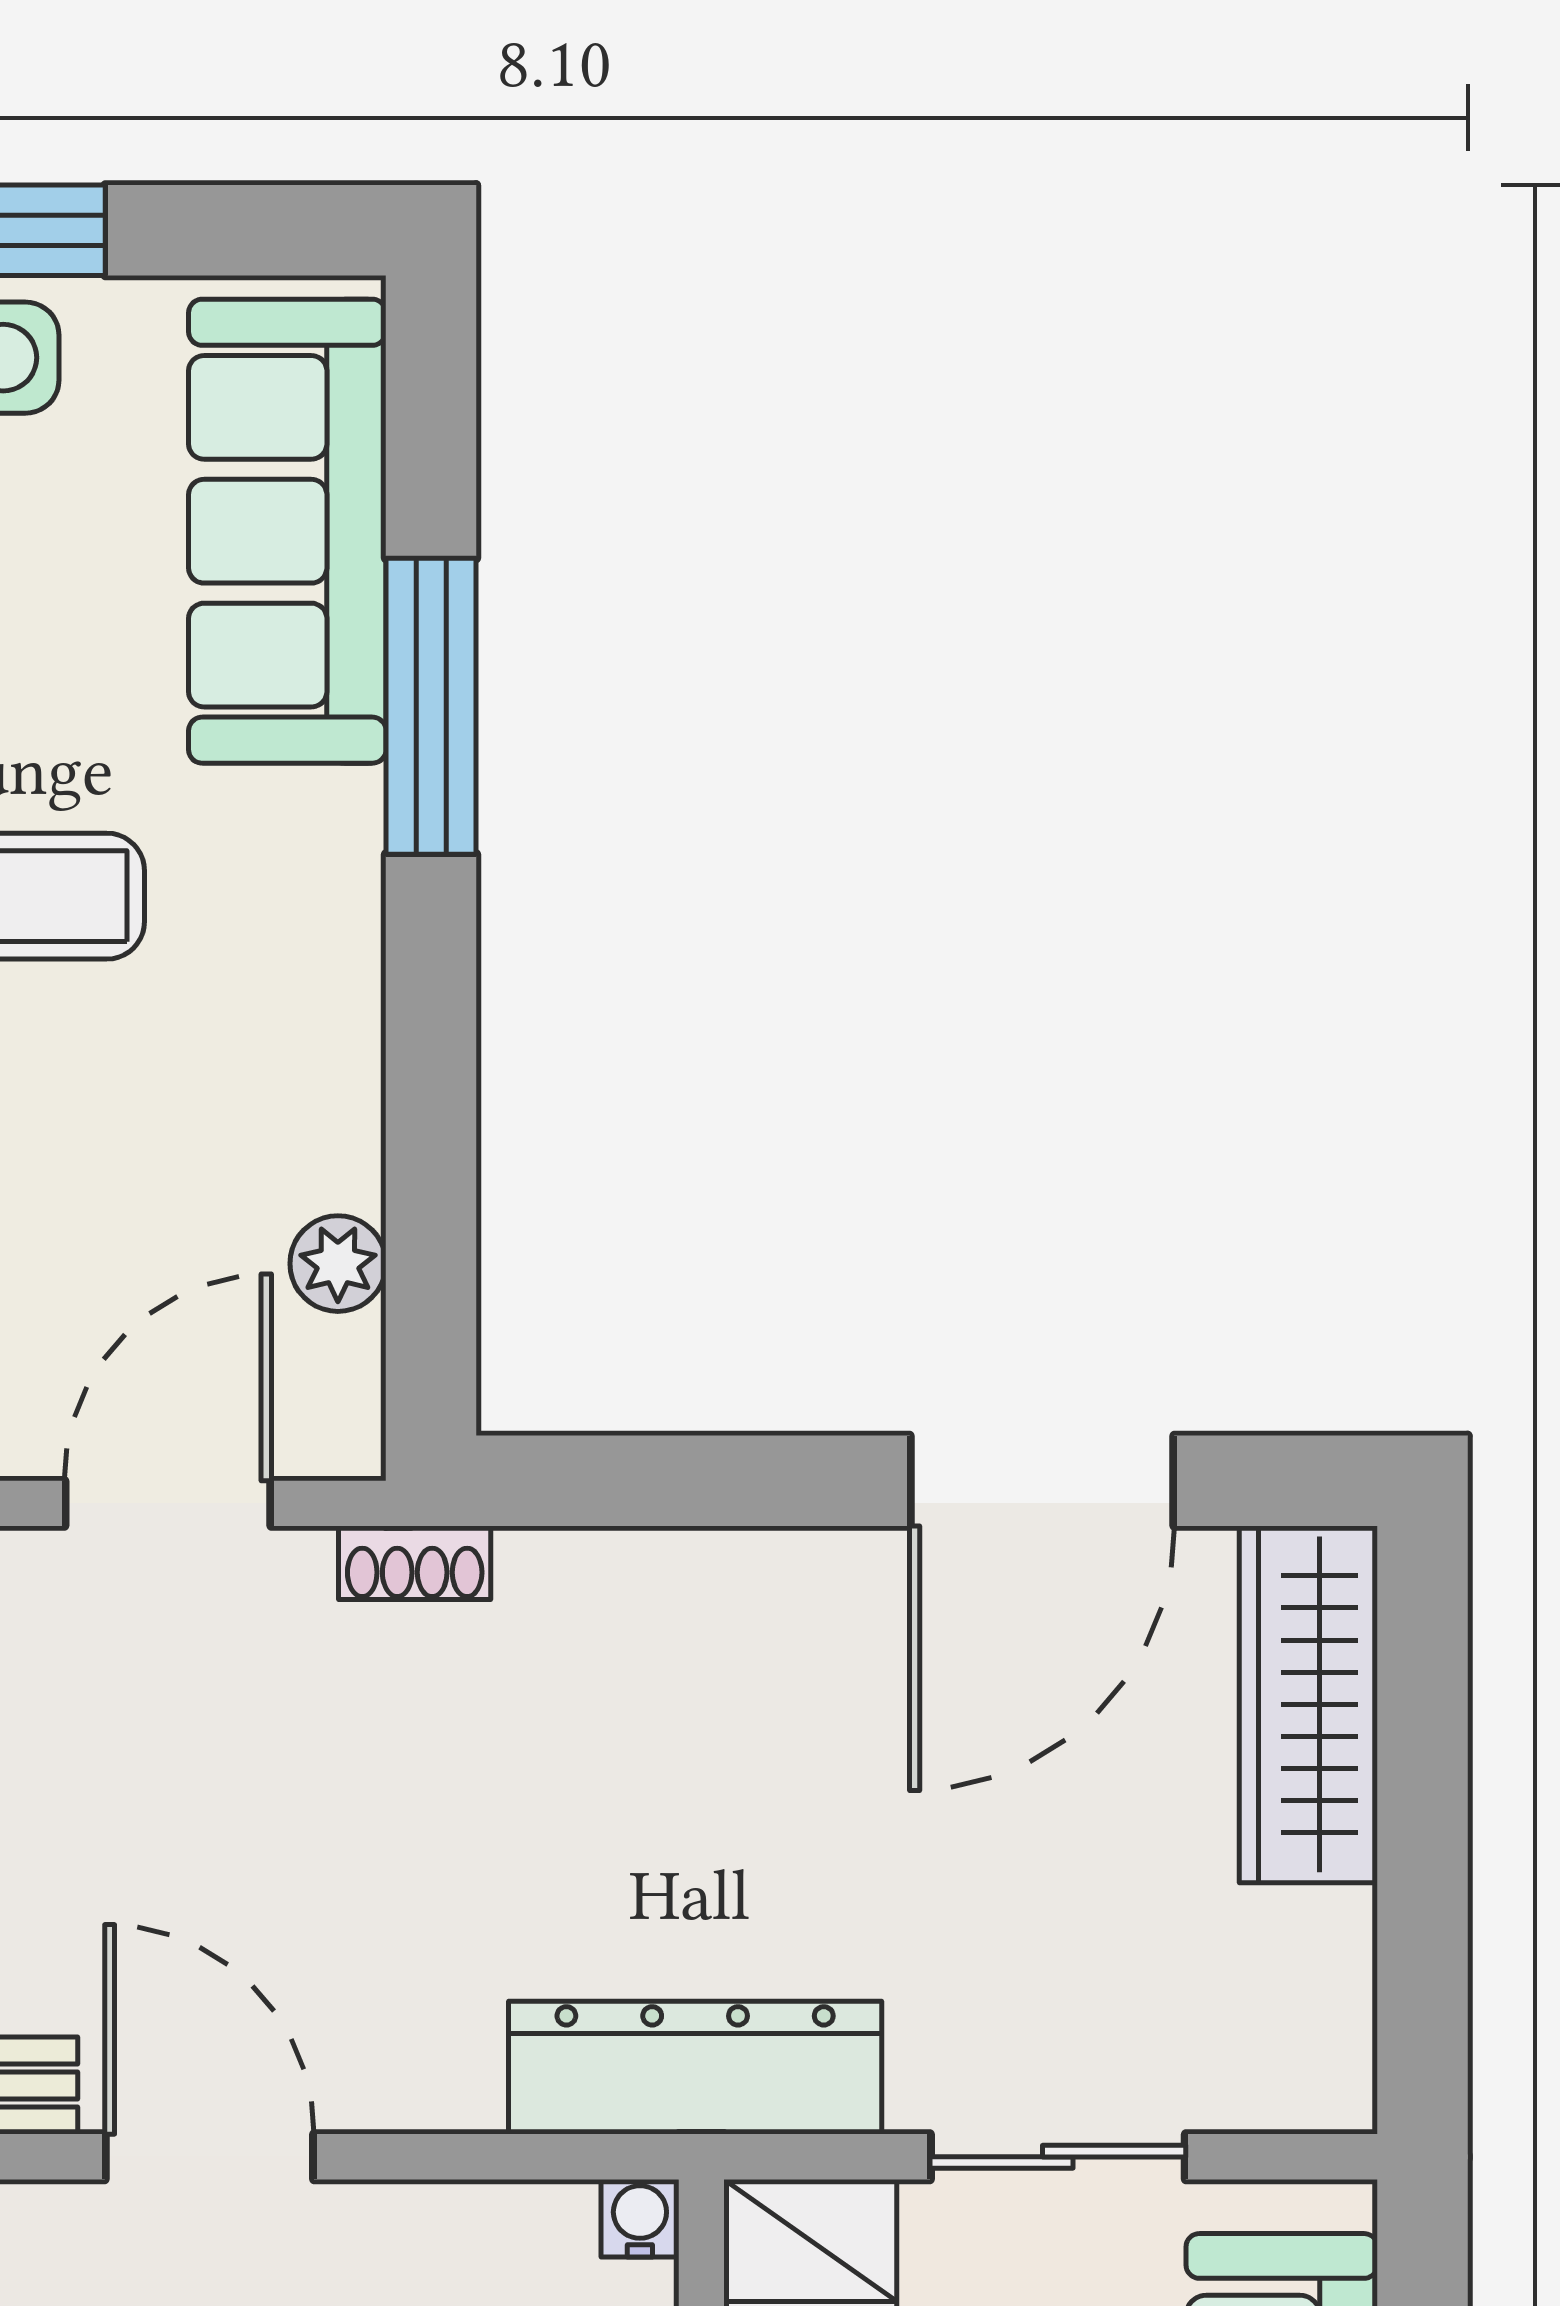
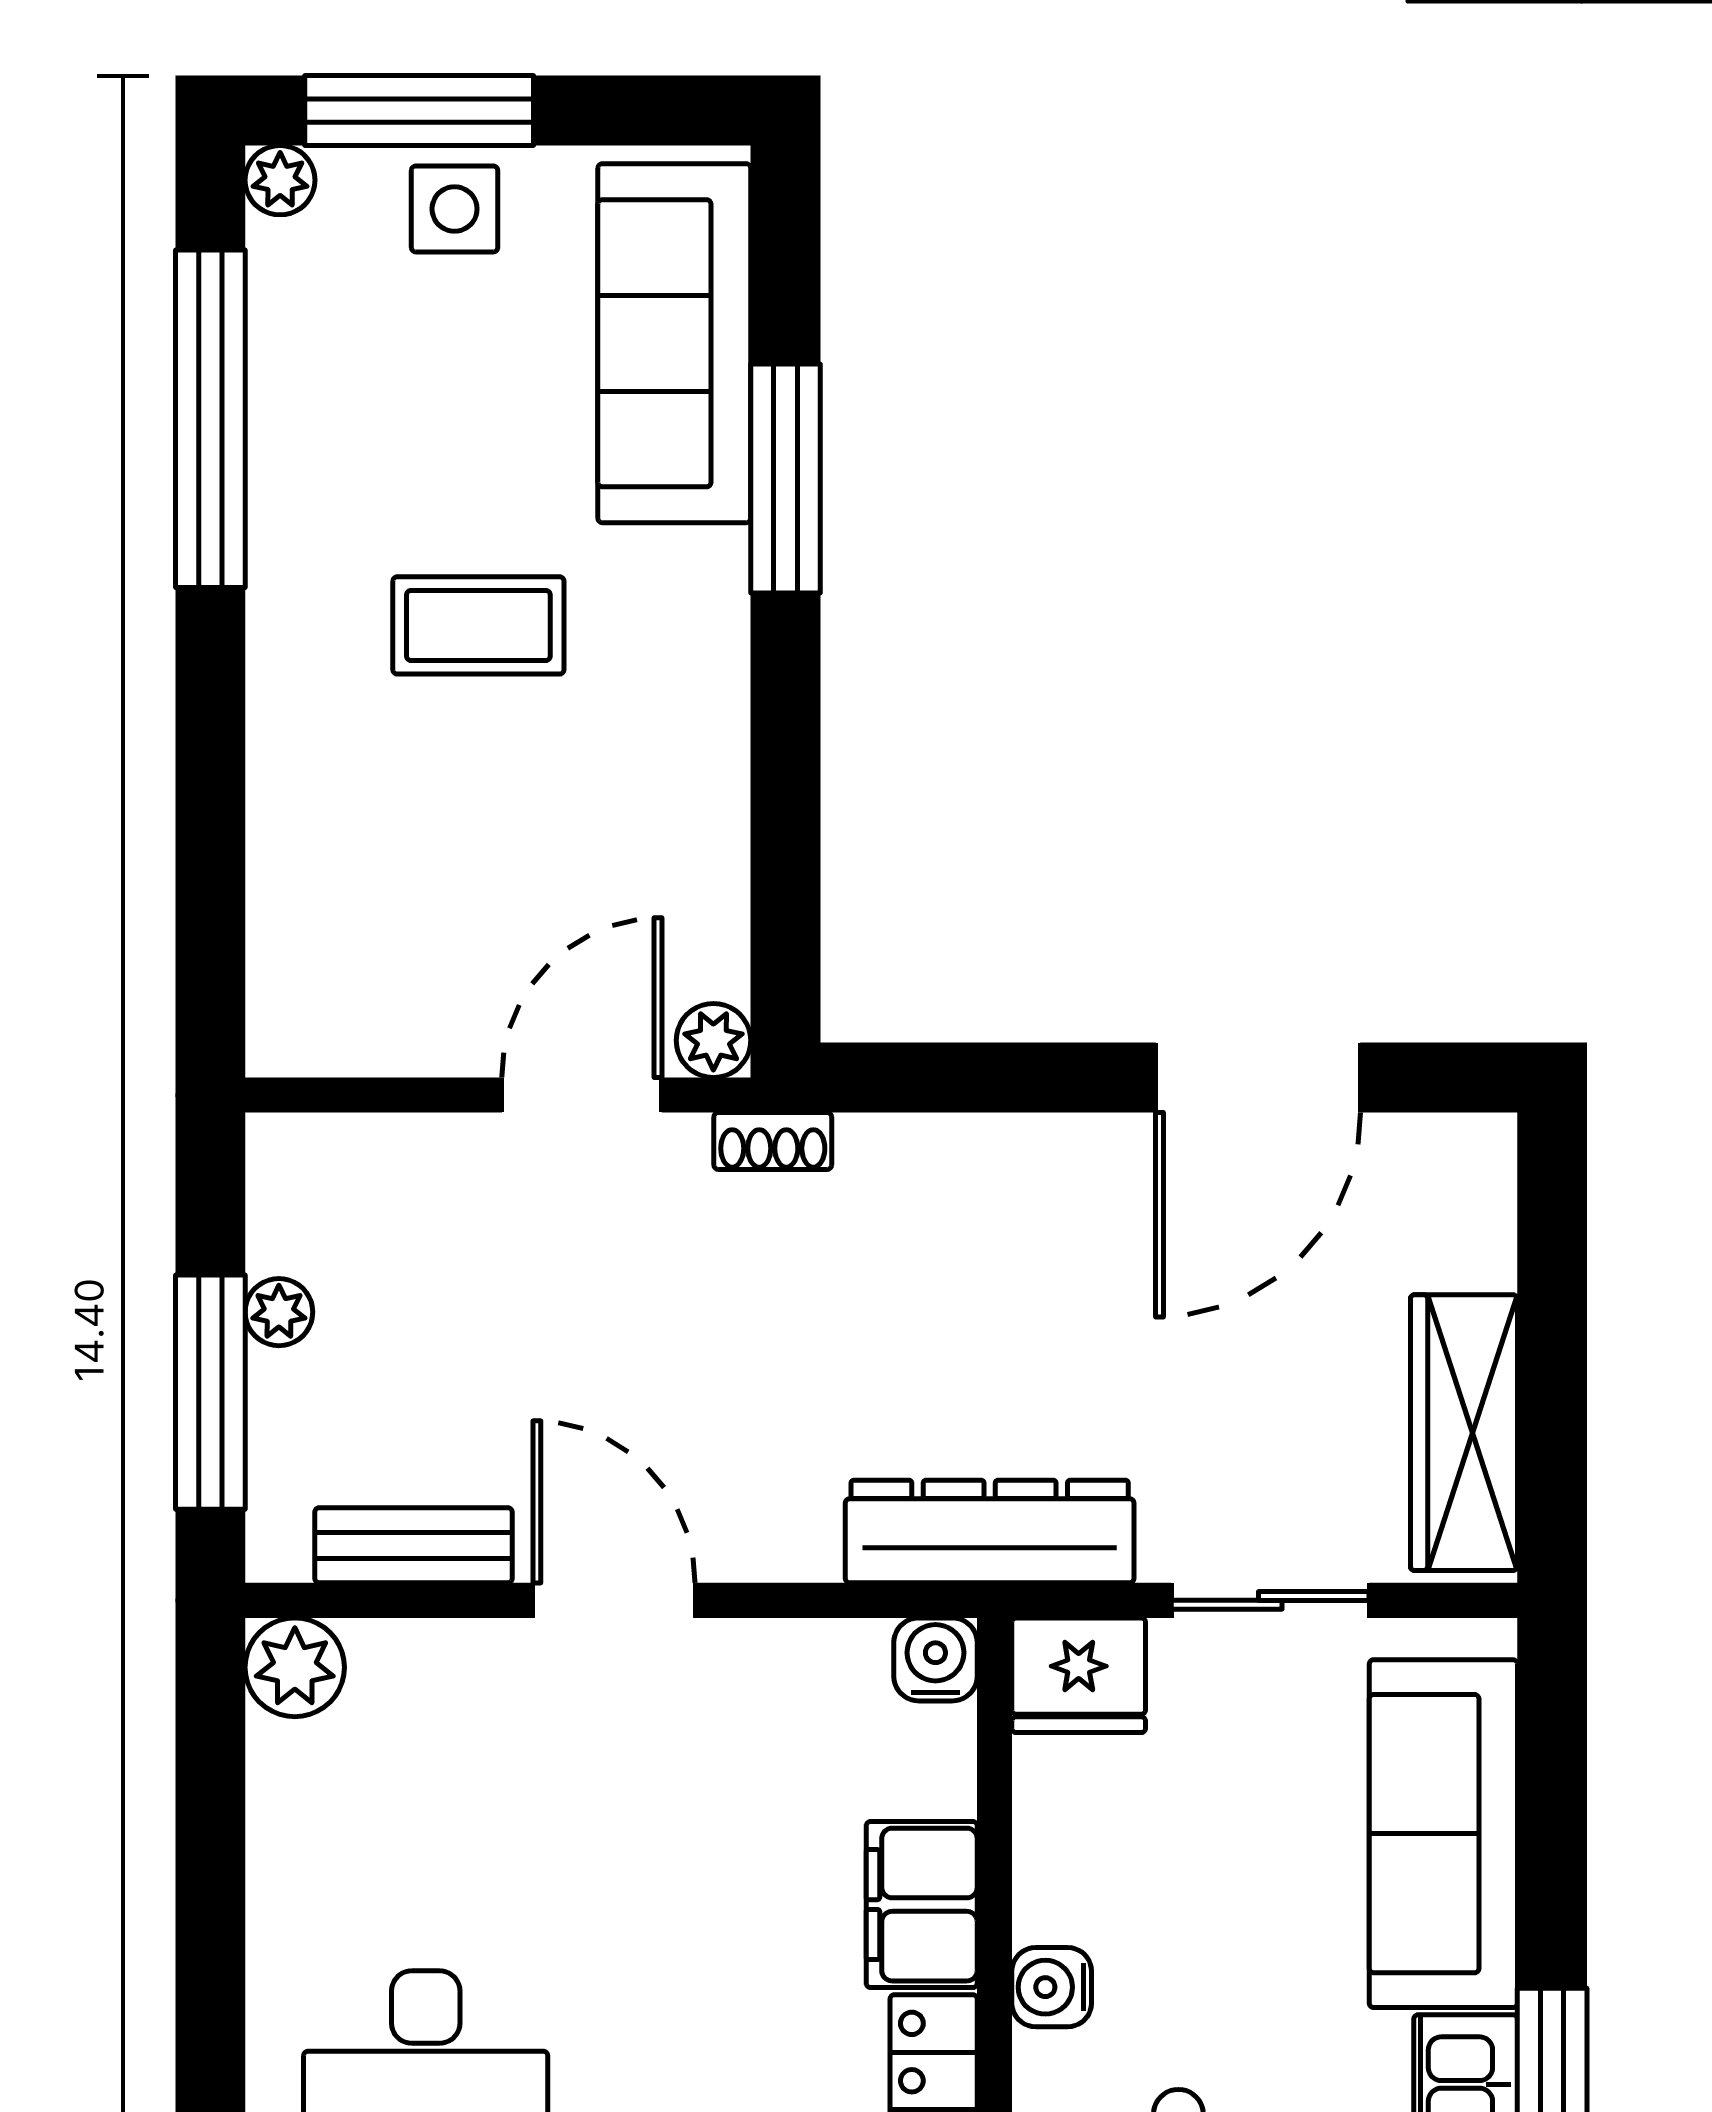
plant: (338, 1264) -> (713, 1040), moved
wardrobe: (1308, 1704) -> (1464, 1433), moved
water cooler: (640, 2218) -> (935, 1659), width x1.38, depth x1.38

